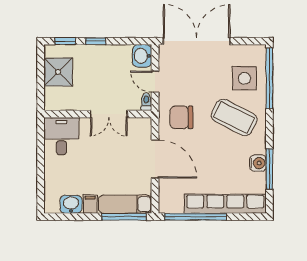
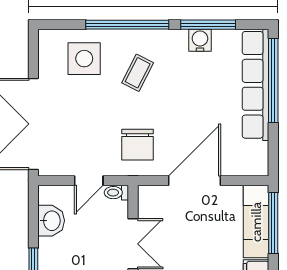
washbasin: (142, 56) -> (51, 221), moved, turned -90
window: (269, 78) -> (127, 25), moved
coffee table: (234, 117) -> (138, 73), width x0.54, depth x0.58
window: (196, 217) -> (273, 80), moved

